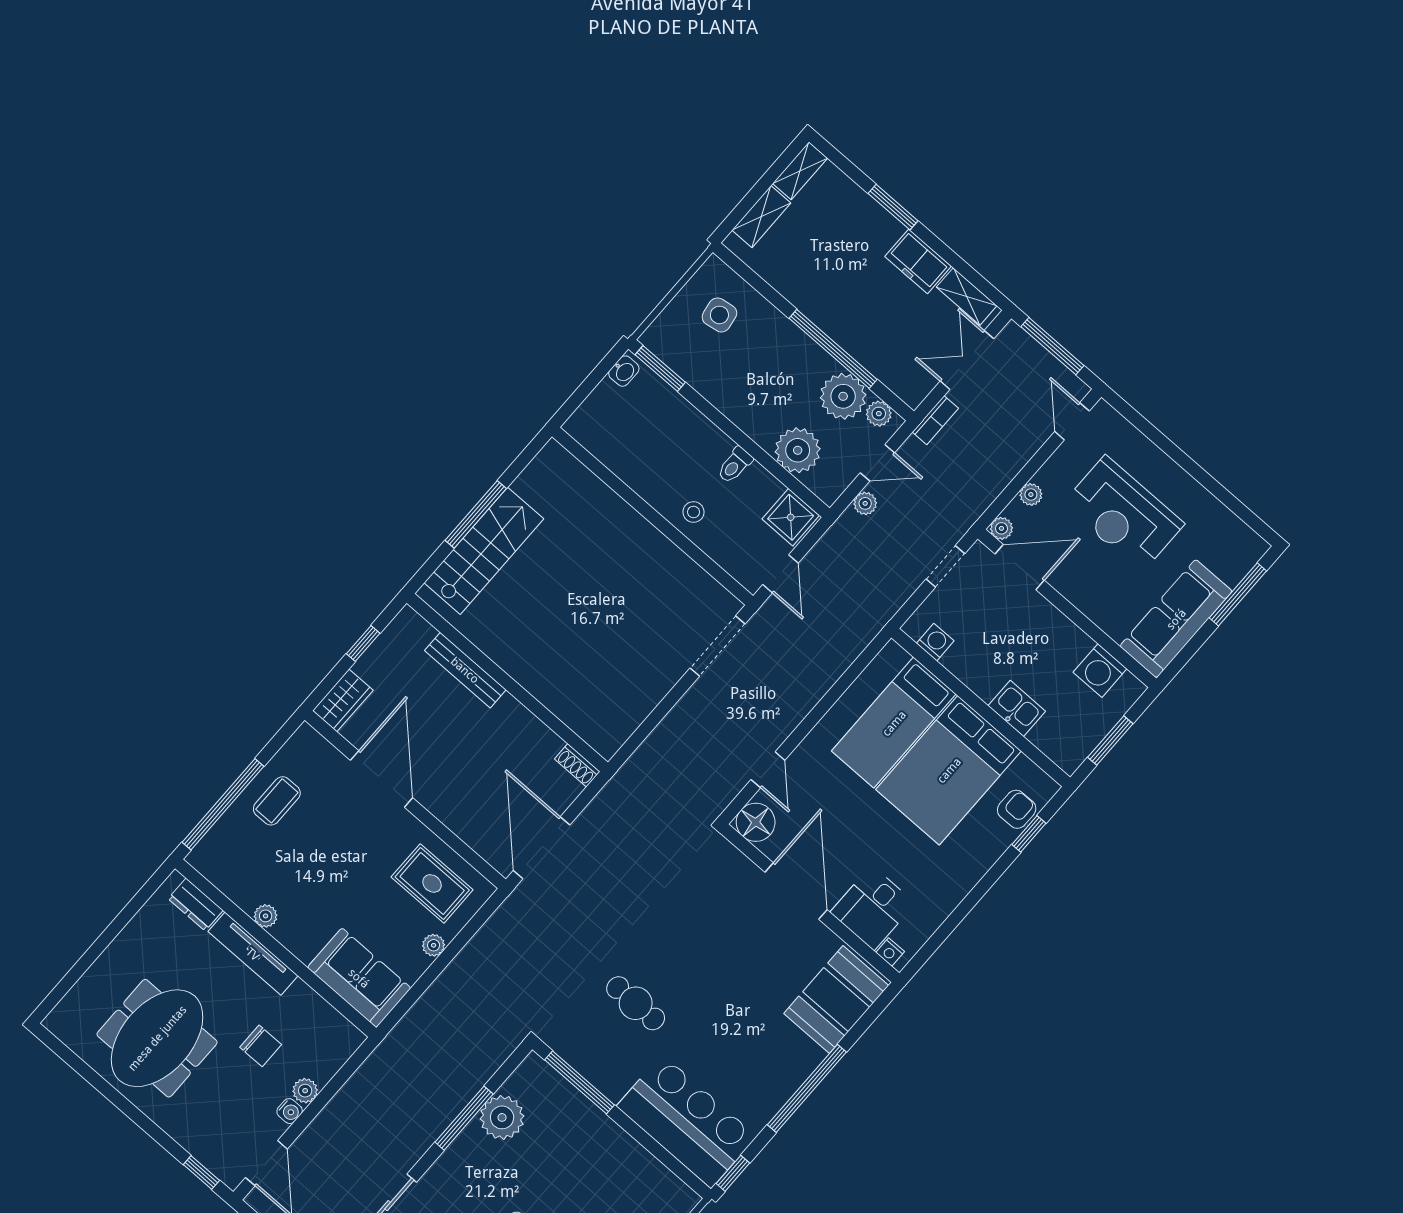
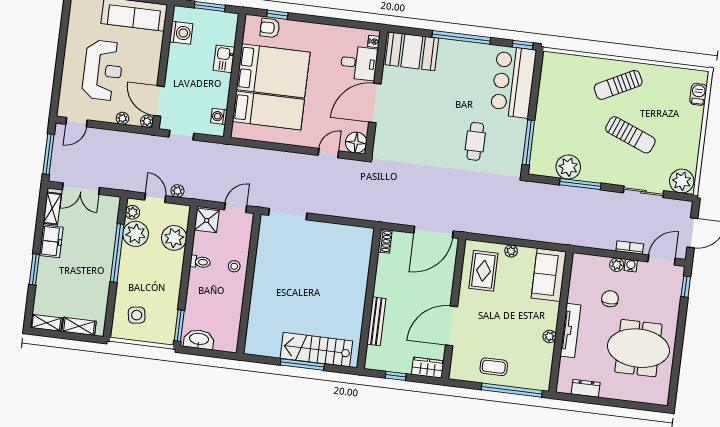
washbasin: (624, 371) -> (199, 339), width x1.91, depth x1.45
bookcase: (935, 420) -> (630, 247), moved
dresser: (196, 904) -> (586, 388), moved, turned -90

